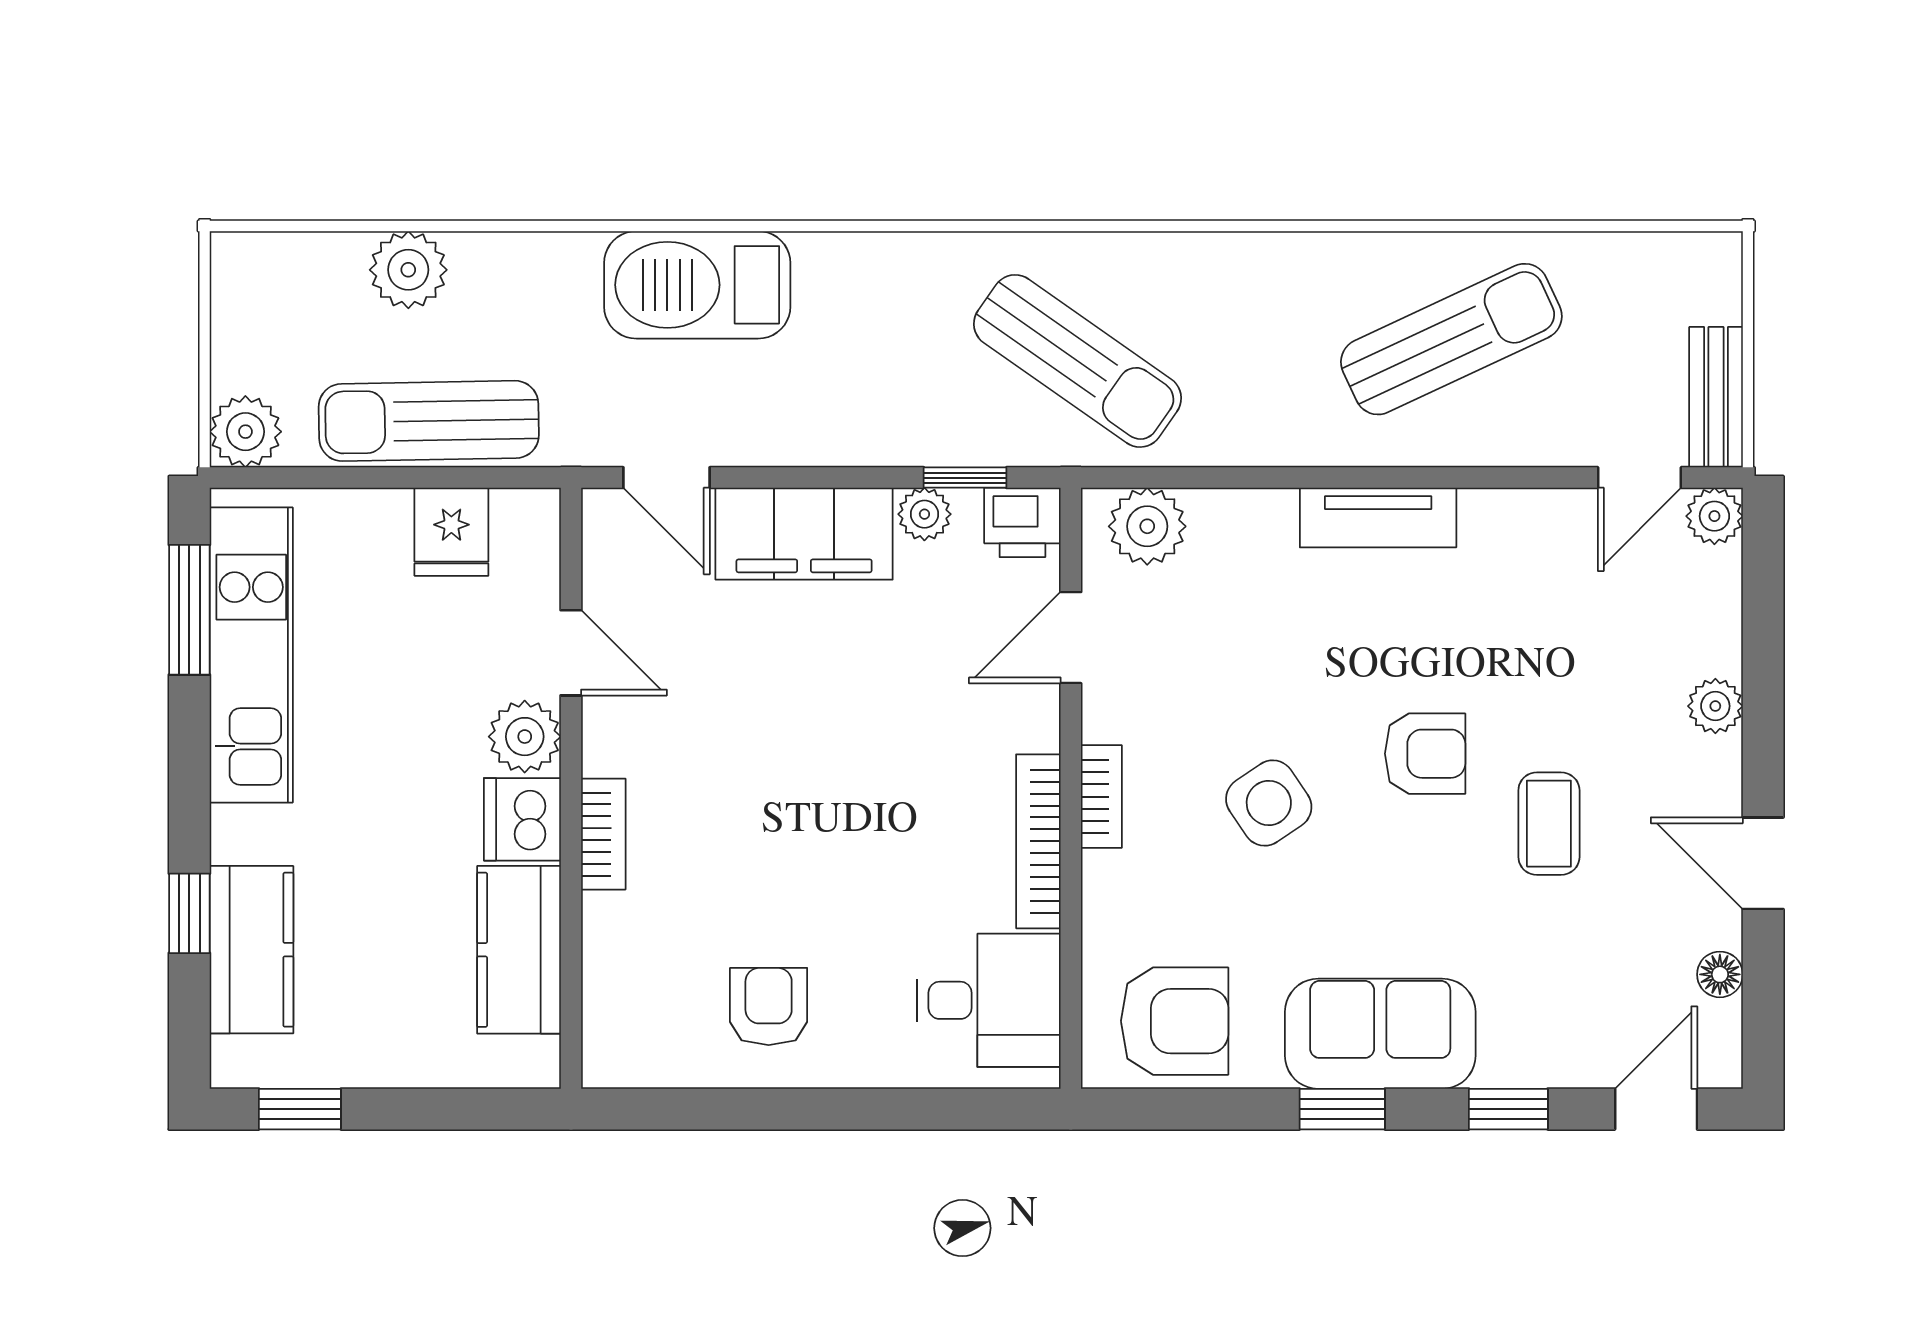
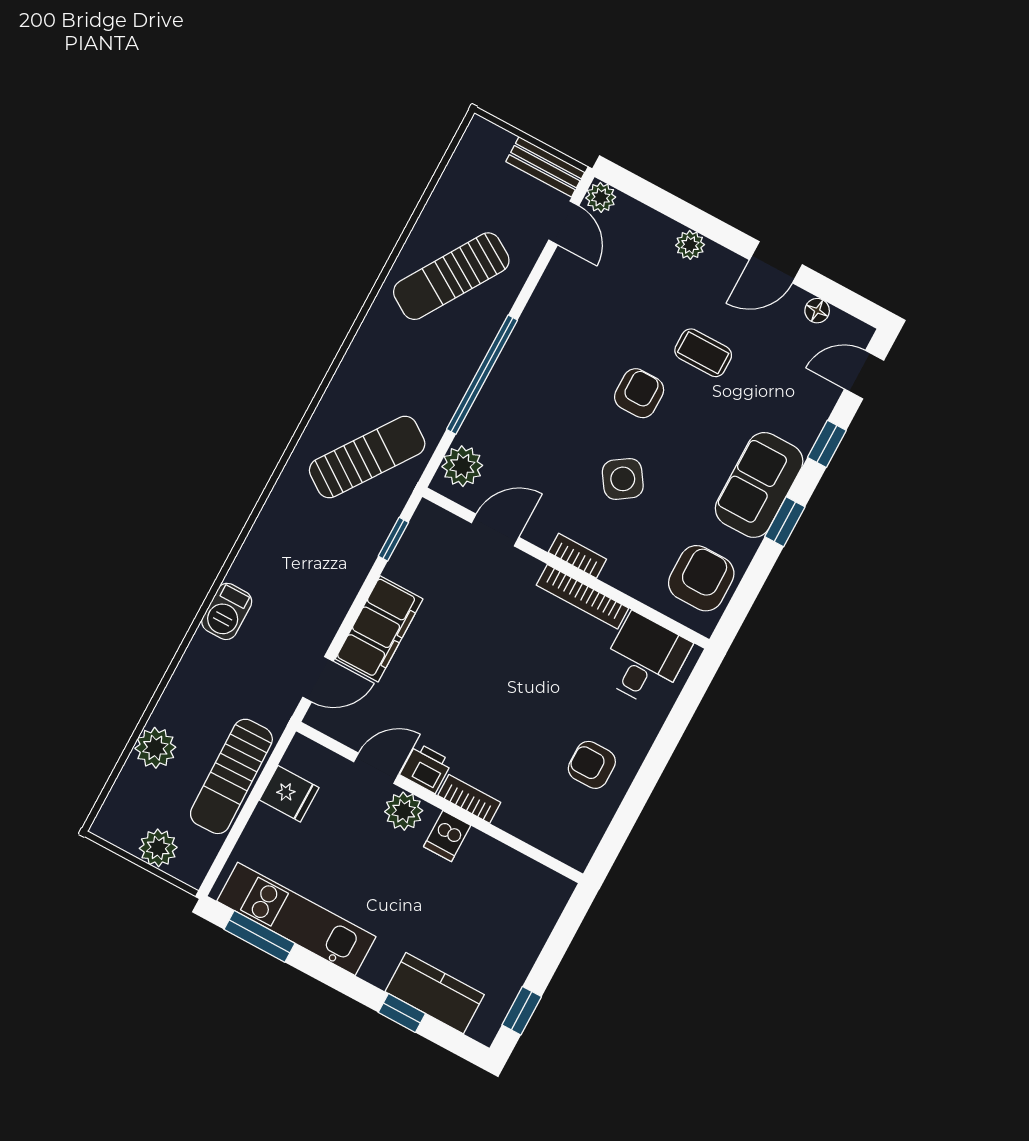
barbecue: (697, 285) -> (227, 611), width x0.53, depth x0.65
sun lounger: (1451, 339) -> (451, 276), turned -123
plant: (245, 432) -> (158, 848), moved
window: (1316, 478) -> (482, 375), added
plant: (924, 514) -> (400, 567), removed
tv unit: (1378, 518) -> (516, 356), removed
printer: (1022, 522) -> (426, 768), moved, turned -90
door: (1071, 638) -> (495, 530), swing flipped
dishwasher: (522, 819) -> (447, 836), width x0.73
kitchen counter: (519, 950) -> (502, 868), removed
door: (1656, 1109) -> (864, 375), hinge flipped

